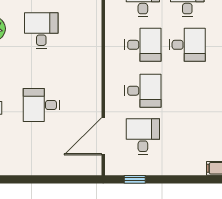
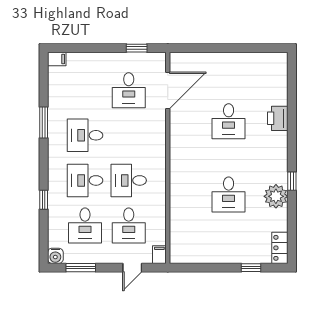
desk: (143, 91) -> (85, 135), moved
desk: (41, 105) -> (229, 121), turned 90

